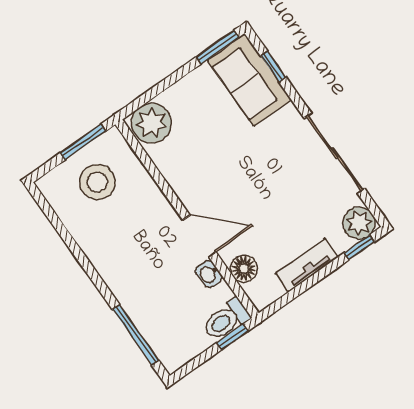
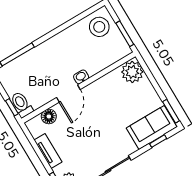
stool: (97, 182) -> (99, 27), moved
washbasin: (209, 274) -> (81, 77), moved

